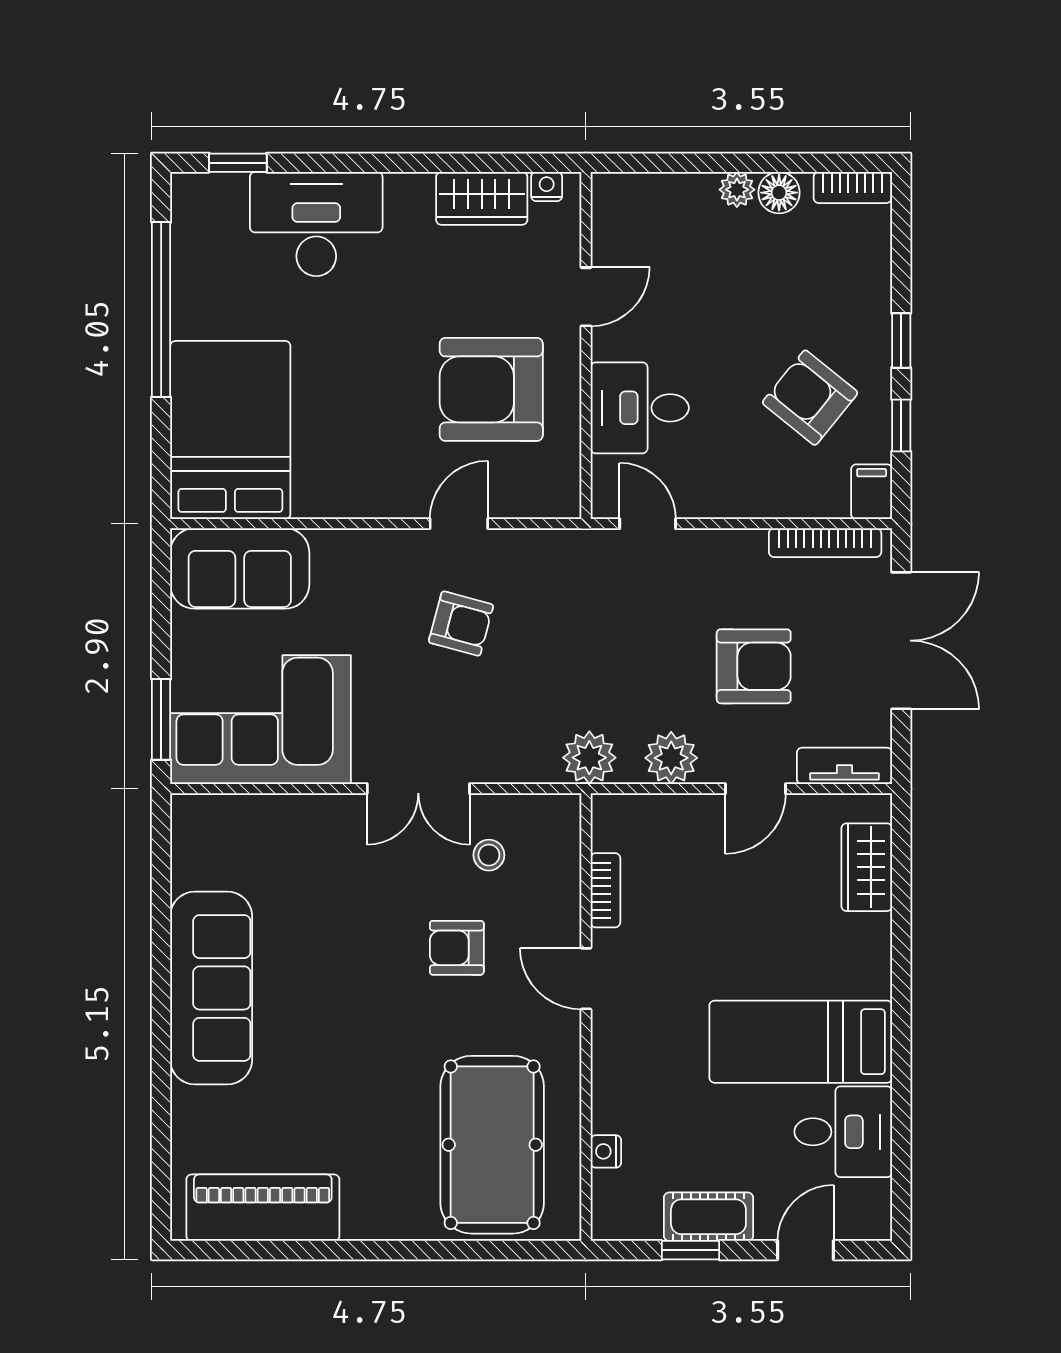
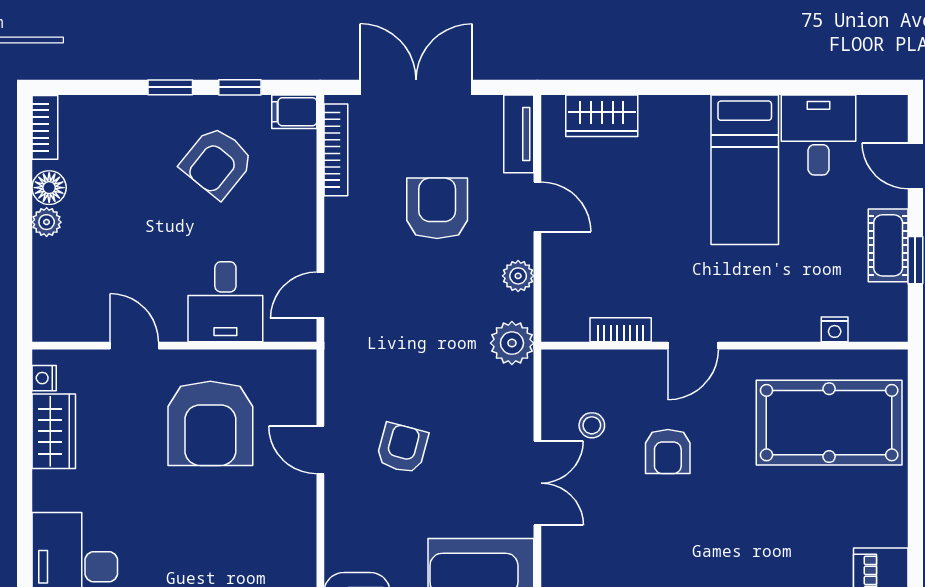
plant: (671, 758) -> (518, 276), width x0.73, depth x0.73

